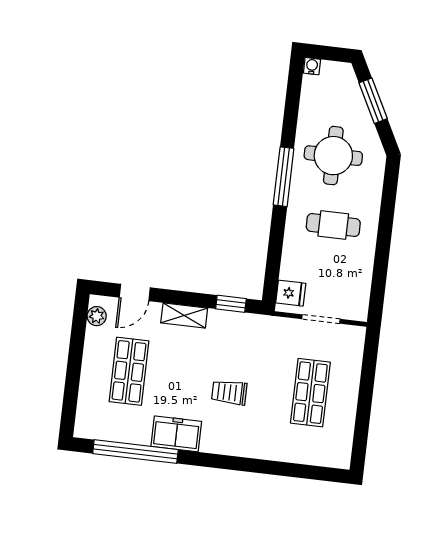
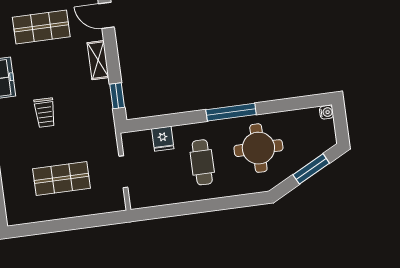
fridge: (291, 293) -> (163, 139), moved
trolley: (229, 392) -> (45, 113), turned 180

